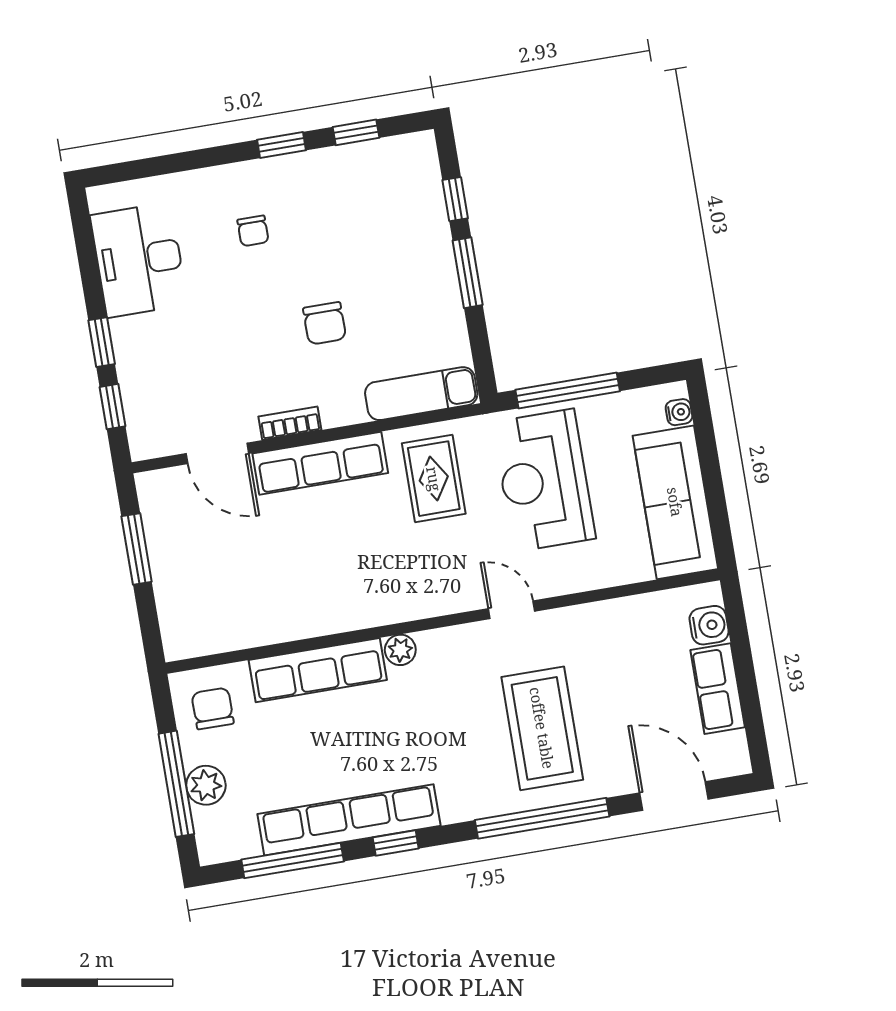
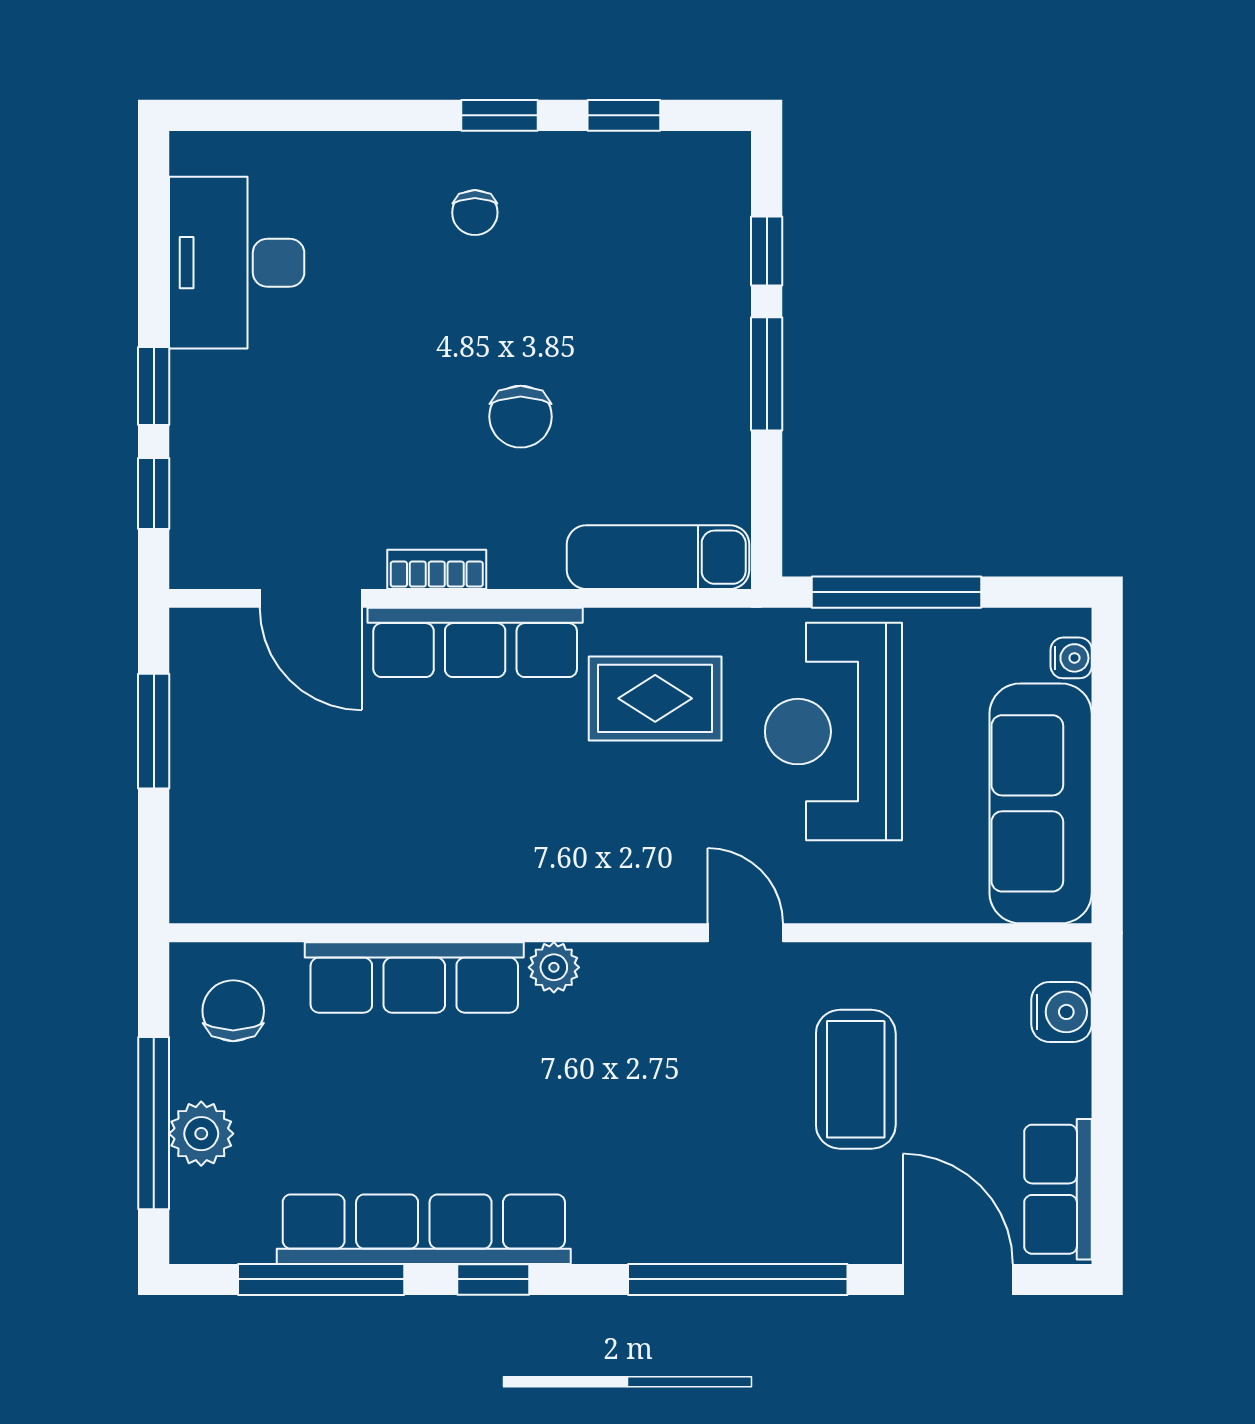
chair: (253, 231) -> (475, 213), moved
rug: (434, 479) -> (655, 698), turned 90
row of seats: (718, 689) -> (1058, 1189), moved
coffee table: (542, 728) -> (856, 1079), moved, width x0.73, depth x0.76

